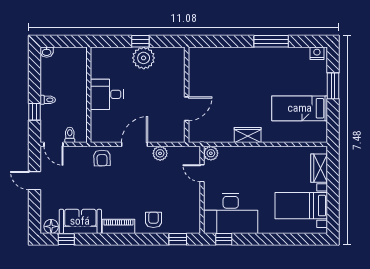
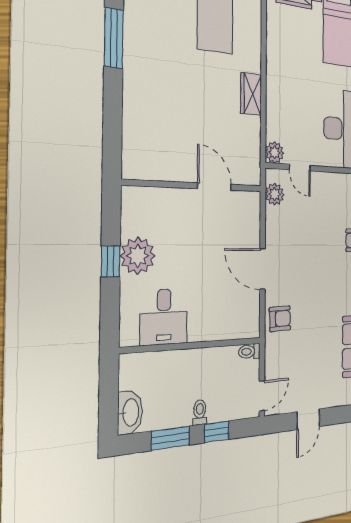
washbasin: (47, 52) -> (130, 412), width x1.91, depth x1.45
window: (35, 80) -> (170, 438), added
desk: (107, 94) -> (164, 317), moved
toilet: (70, 135) -> (249, 352), moved
plant: (160, 153) -> (275, 194), moved
door: (202, 173) -> (300, 168), hinge flipped

